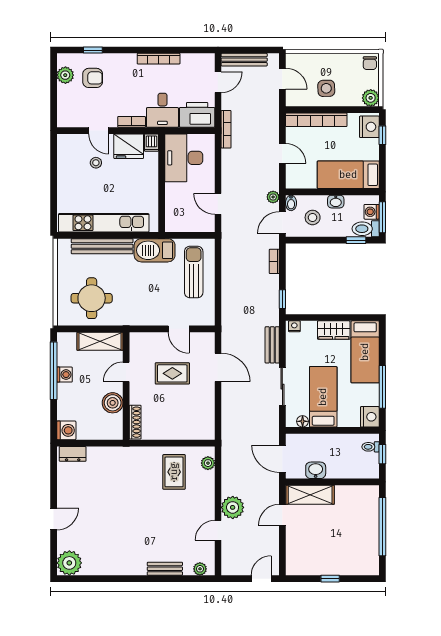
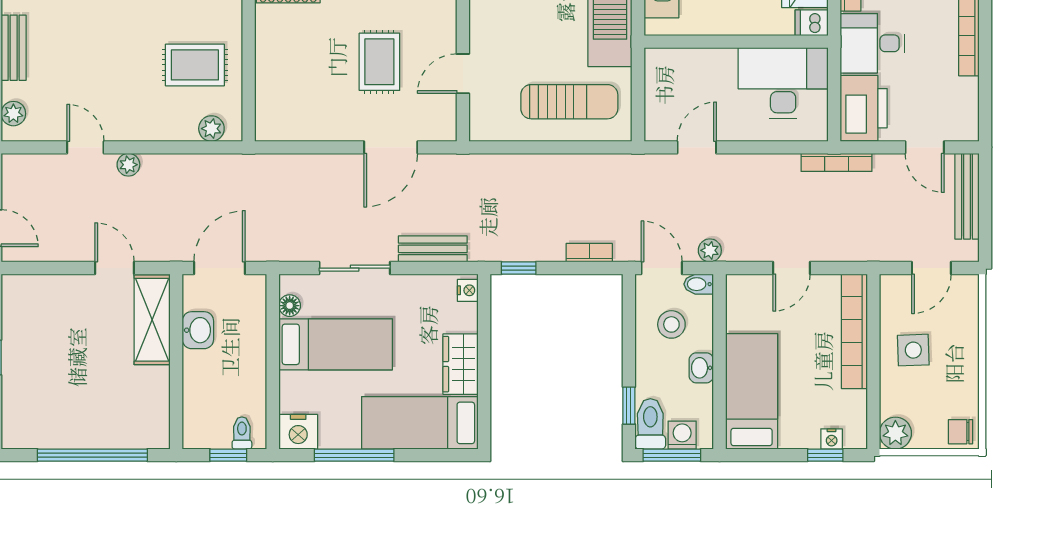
nightstand: (369, 127) -> (832, 439), width x0.53, depth x0.56
plant: (233, 507) -> (128, 165), width x0.53, depth x0.53

